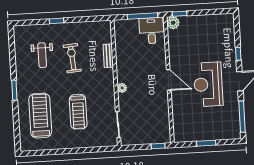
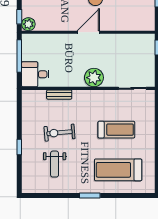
desk: (152, 31) -> (35, 74), moved
weight bench: (42, 55) -> (55, 164), turned 90
plant: (122, 88) -> (94, 78), width x1.88, depth x1.88

